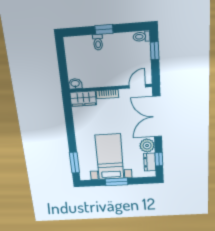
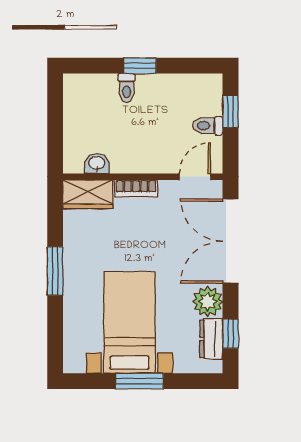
toilet: (141, 37) -> (208, 126), moved
washbasin: (75, 84) -> (97, 163), moved
window: (74, 163) -> (55, 271), moved

